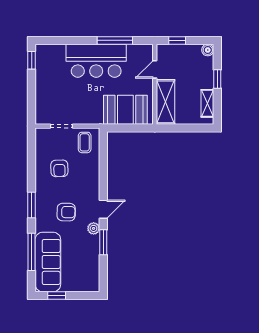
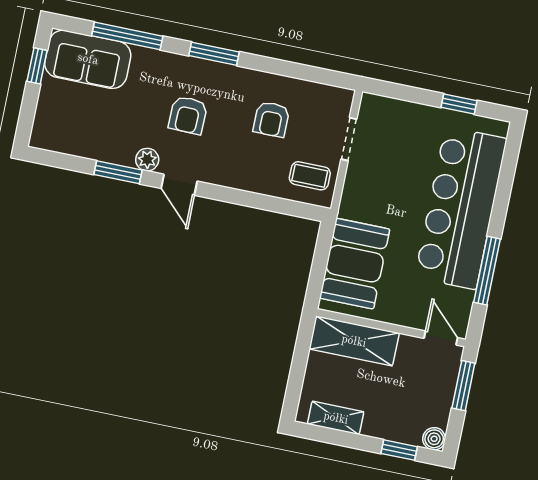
window: (177, 40) -> (463, 386), width x1.50
window: (32, 60) -> (459, 104), moved
bar counter: (96, 61) -> (461, 208), width x1.36
door: (155, 69) -> (441, 338), moved
window: (217, 79) -> (399, 450), moved
armchair: (59, 168) -> (271, 119), turned -88
sofa: (48, 262) -> (88, 59), width x0.73

